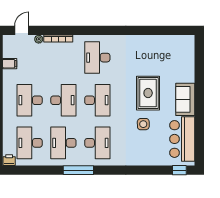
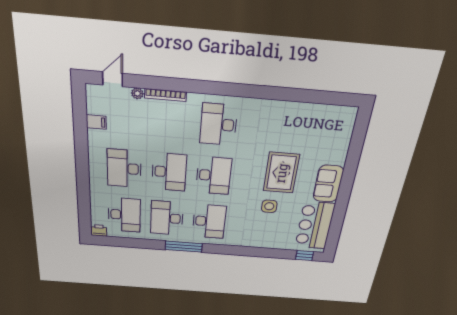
desk: (30, 143) -> (124, 215), turned 180

